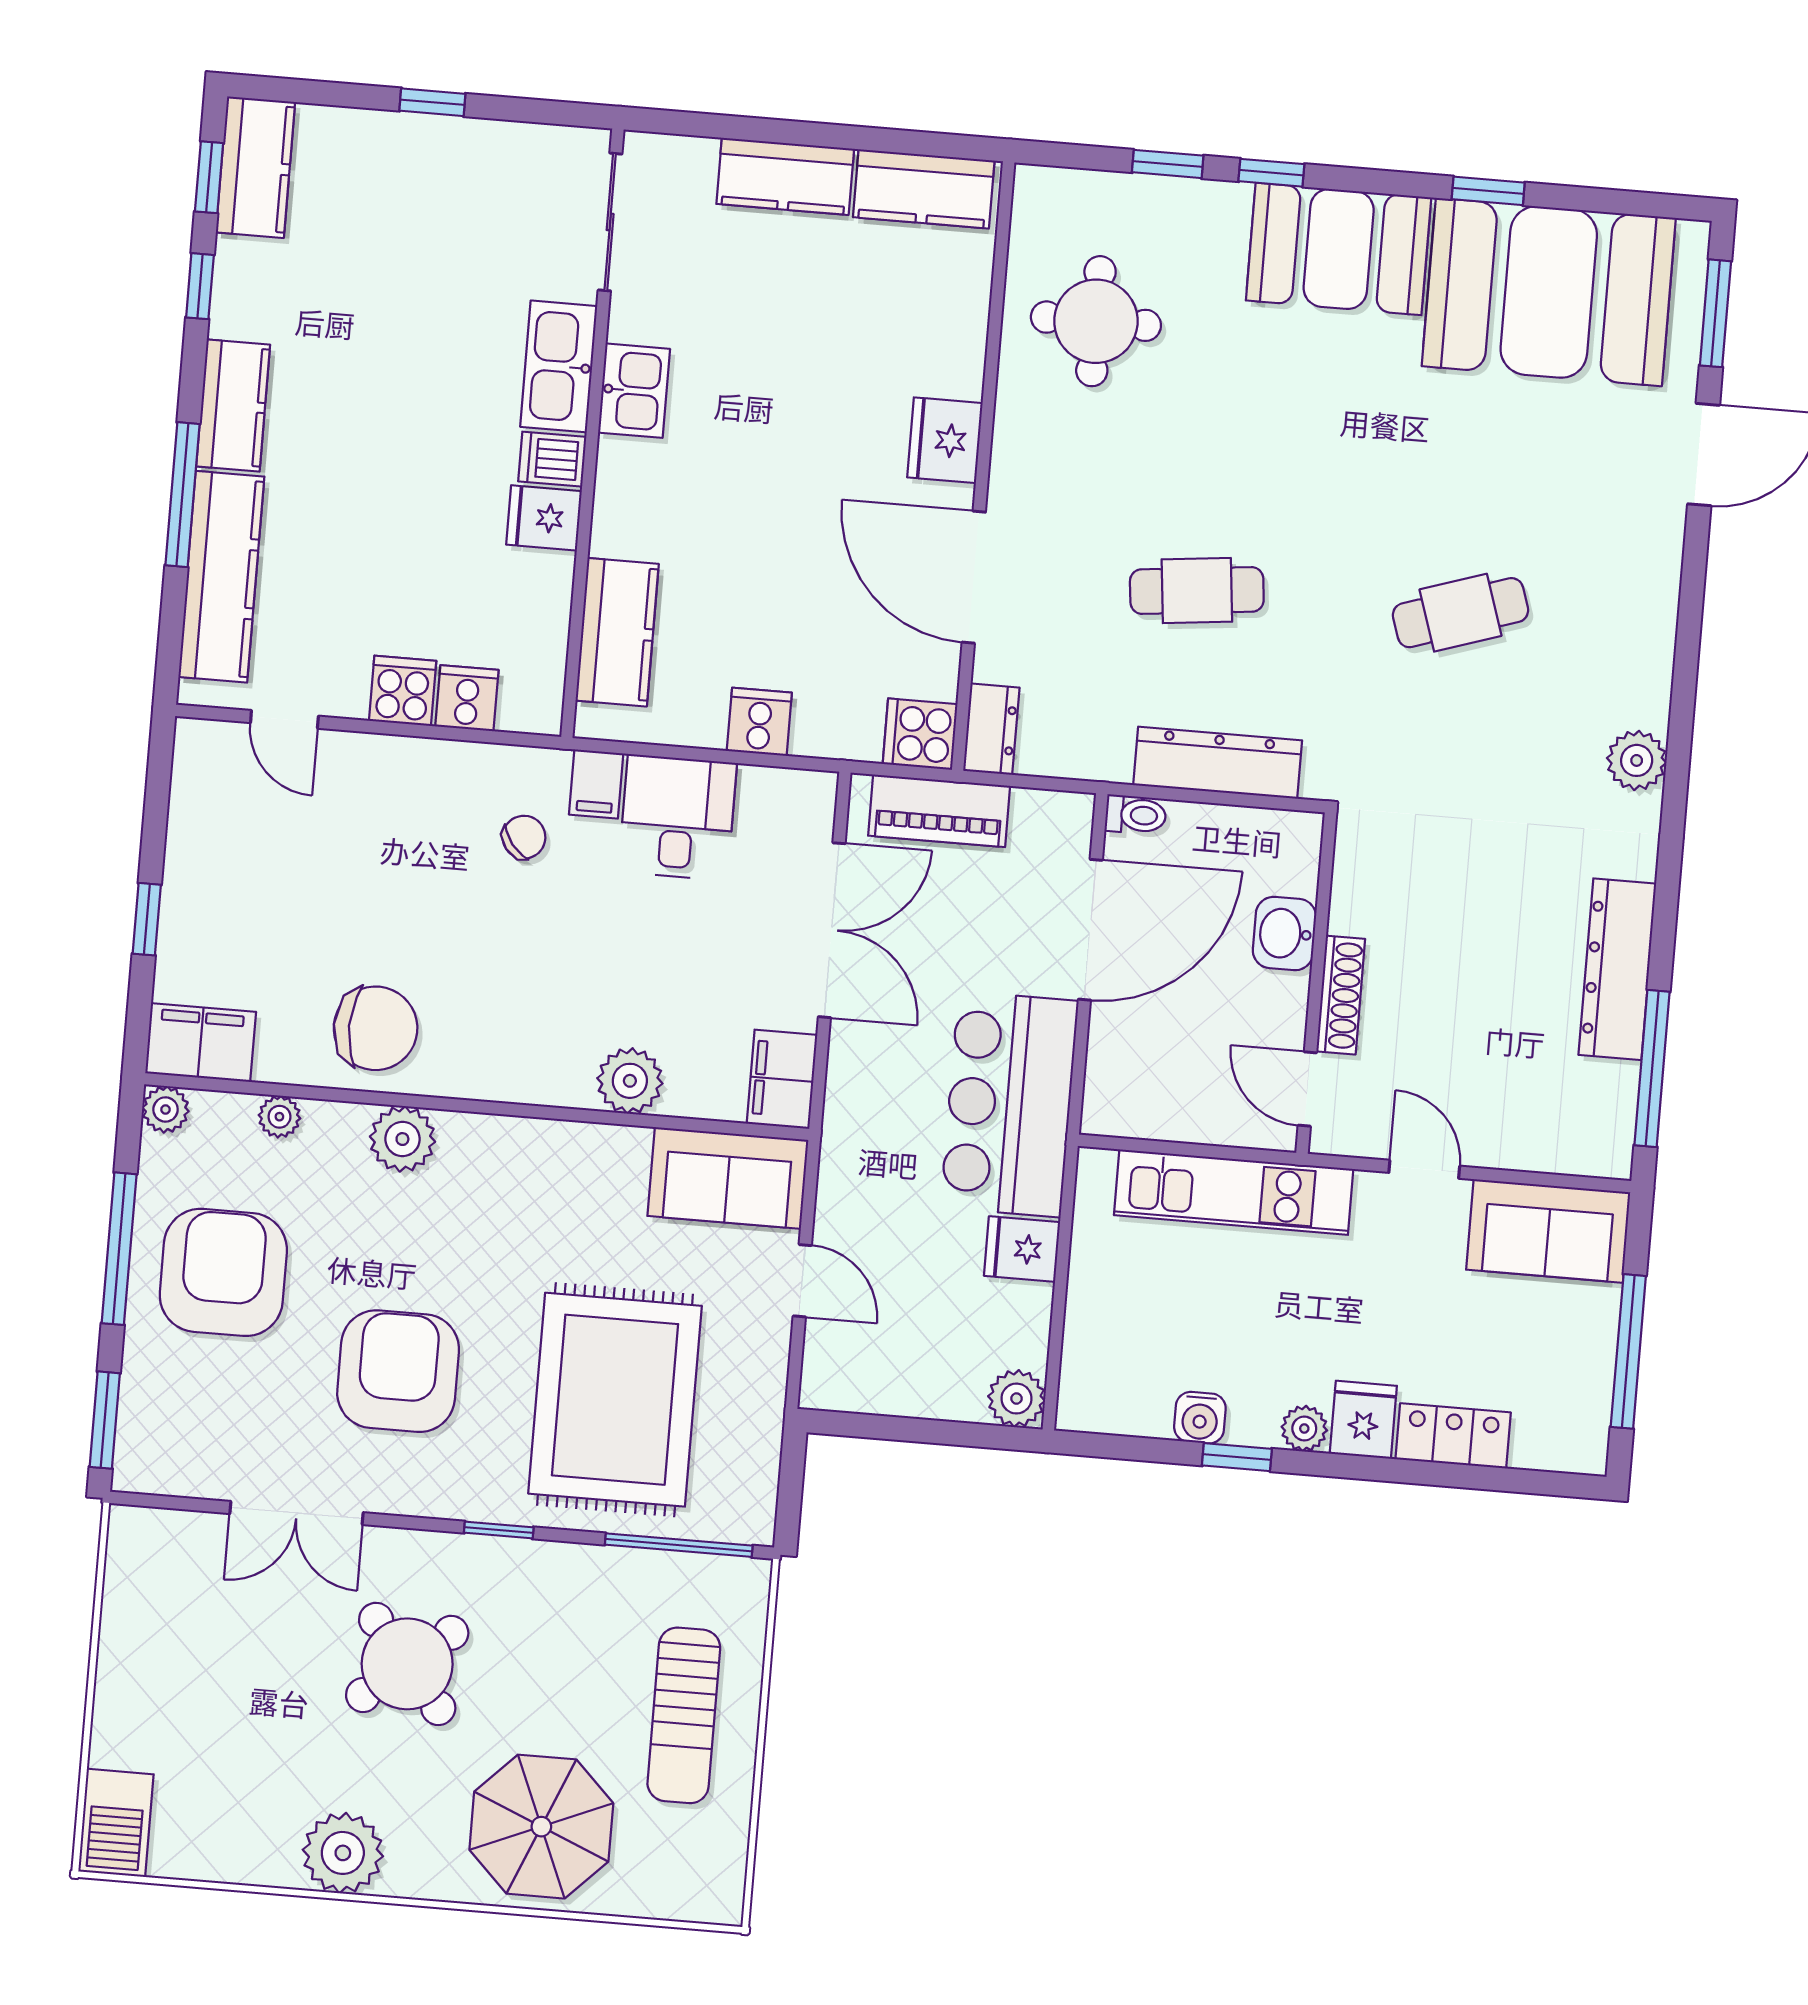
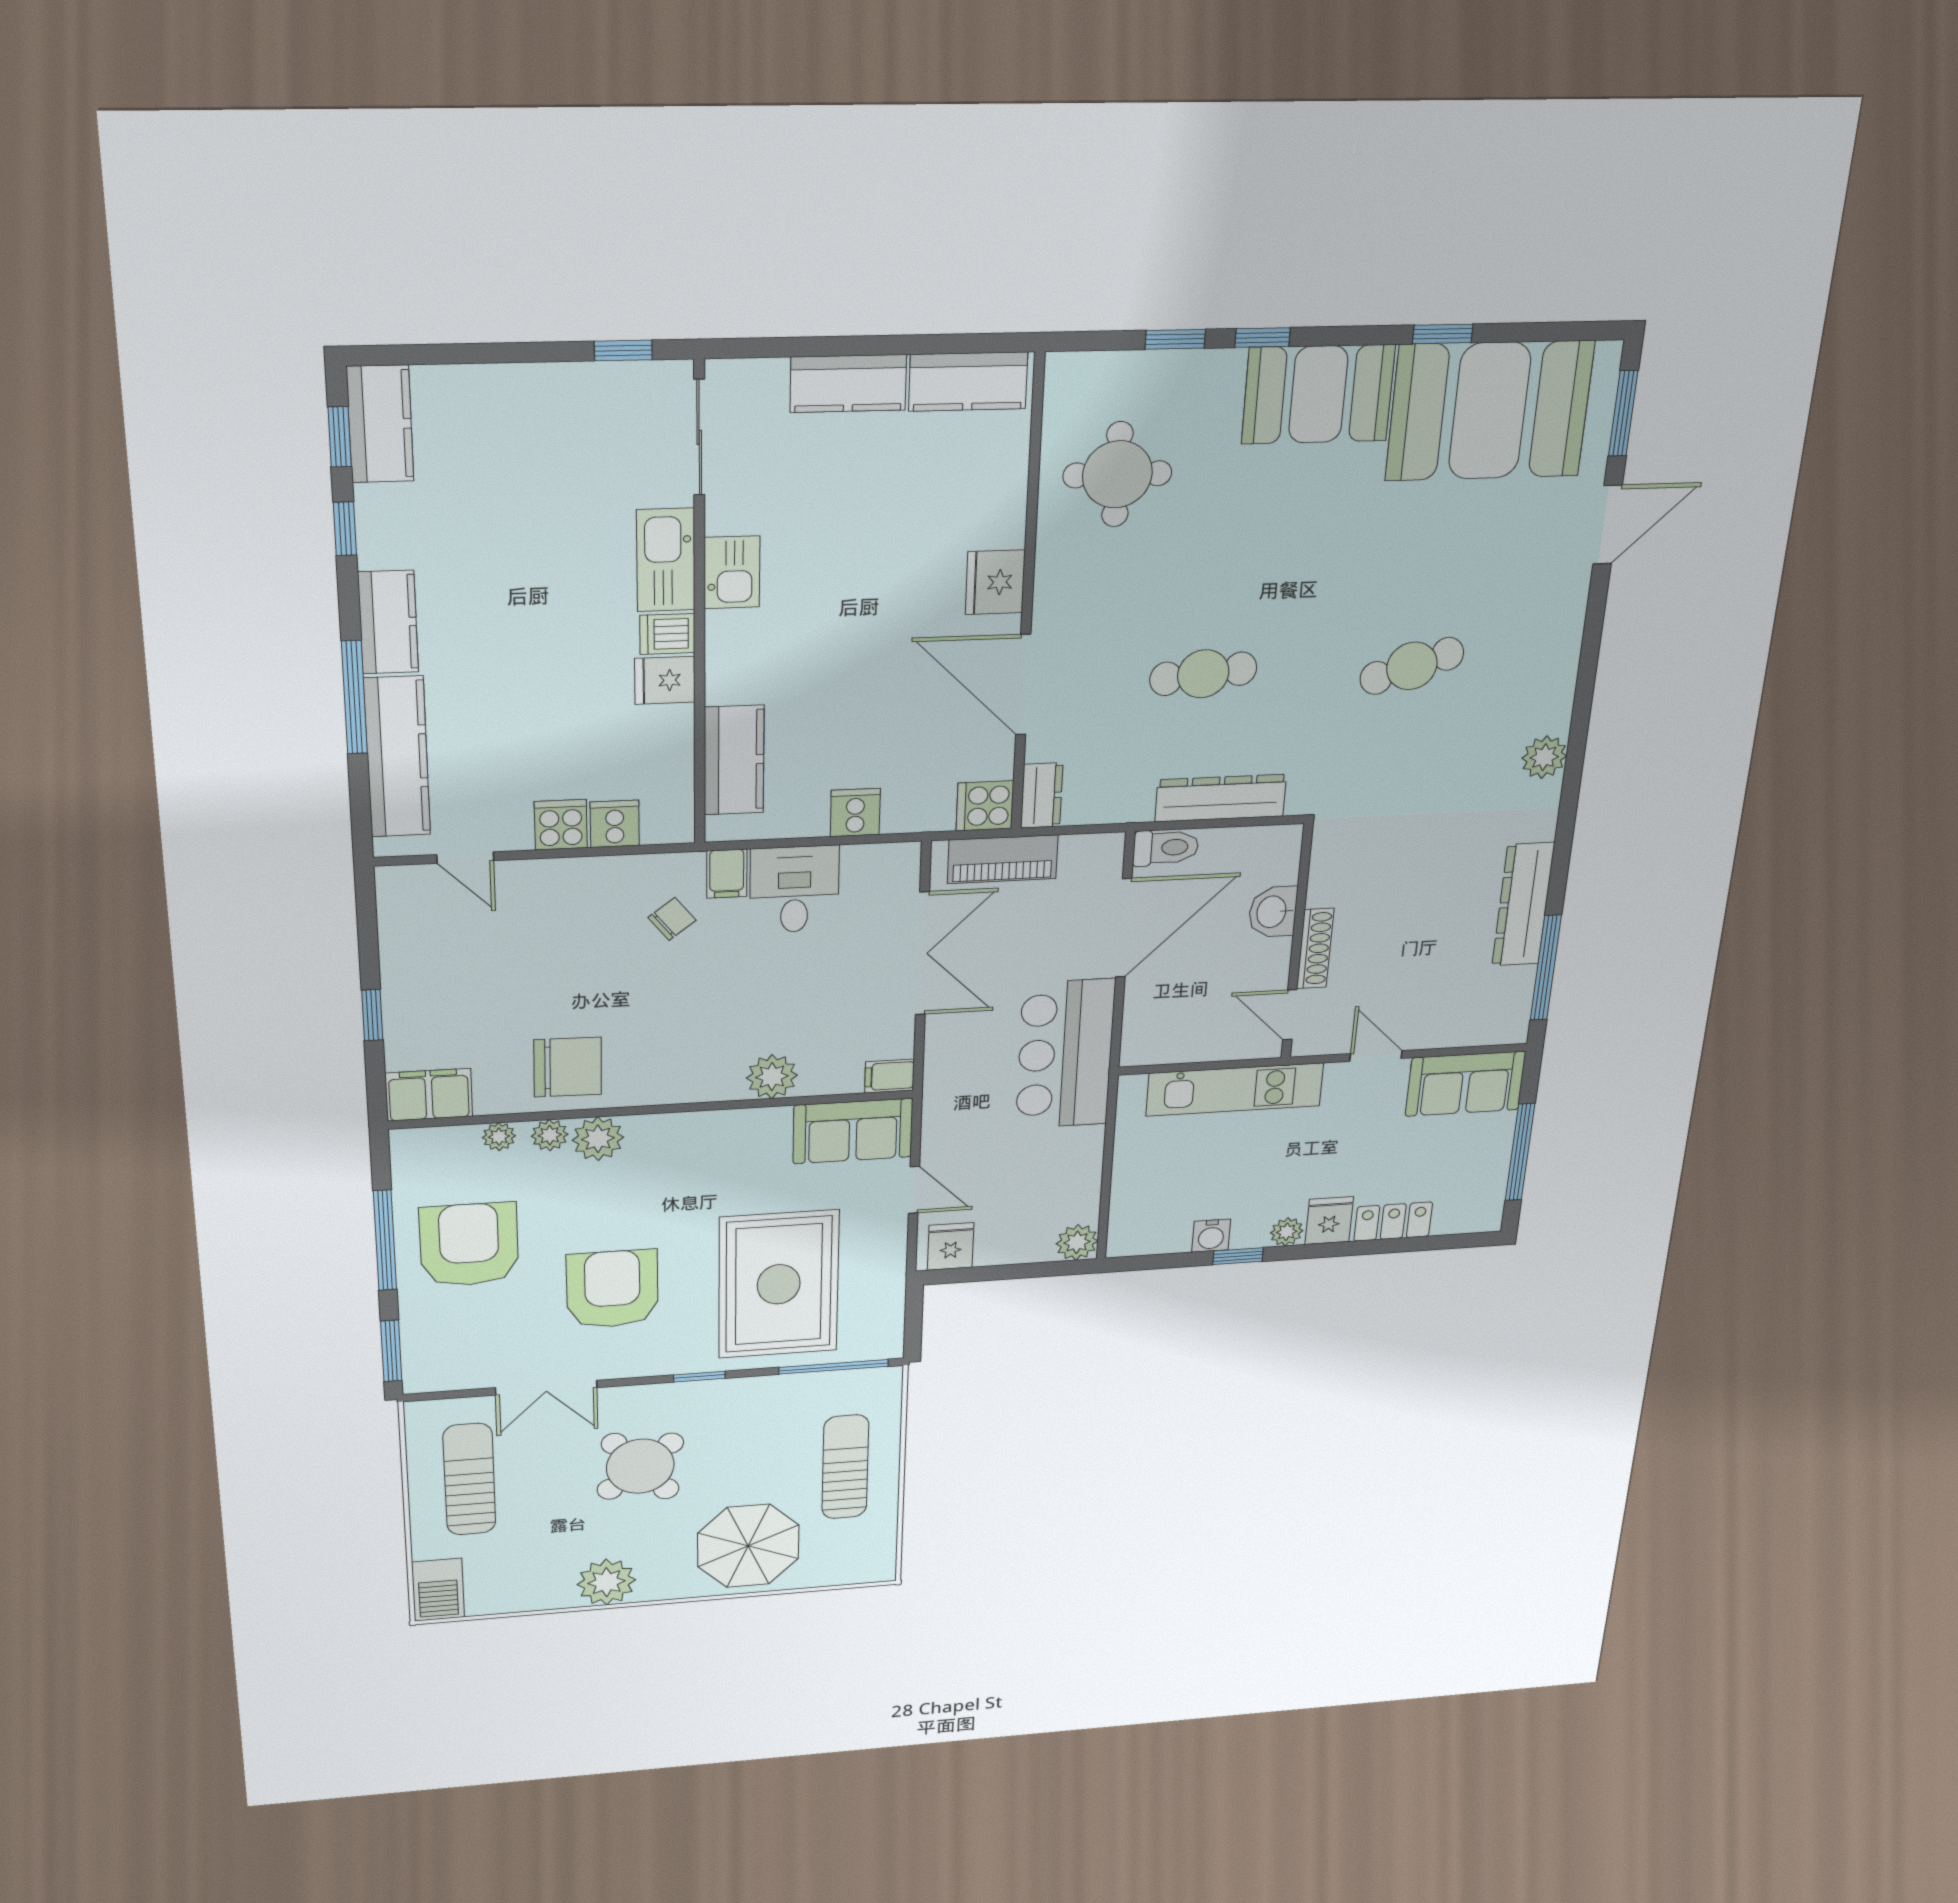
window: (432, 102) -> (623, 350), moved
toilet: (1136, 815) -> (1166, 848), width x1.37, depth x1.39
filing cabinet: (782, 1079) -> (889, 1076), width x0.50
plant: (166, 1109) -> (550, 1135), moved
fridge: (1022, 1249) -> (951, 1246), moved, turned 90
sun lounger: (180, 1645) -> (469, 1479), added
sun lounger: (684, 1715) -> (845, 1467), turned 180

